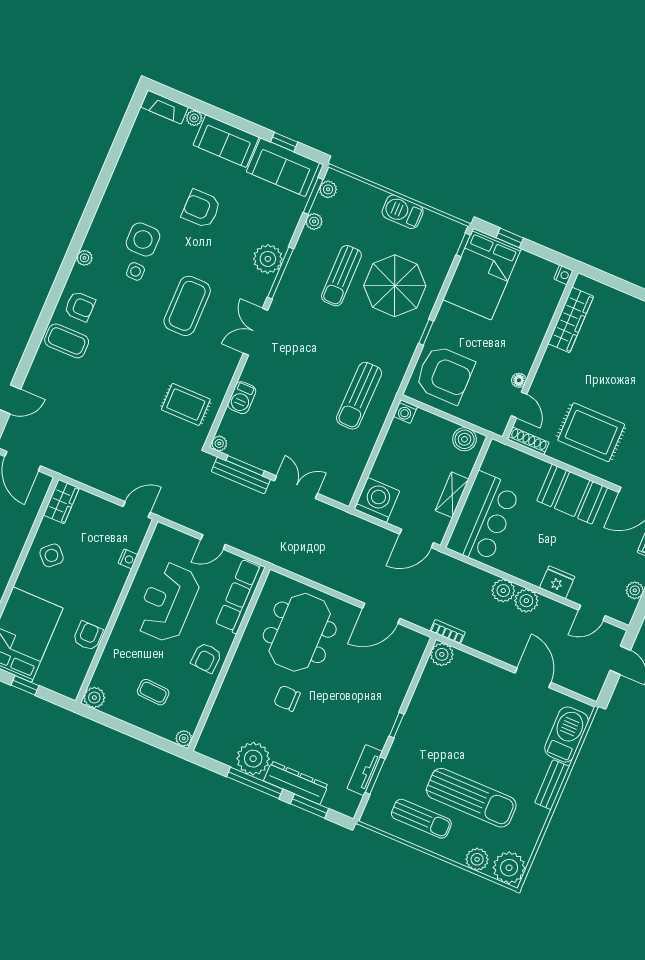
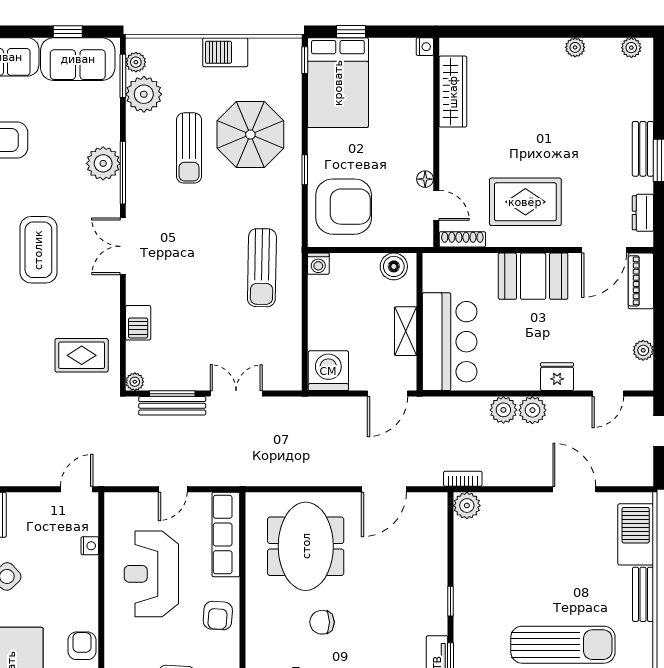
plant: (314, 221) -> (144, 94), width x1.87, depth x1.87

